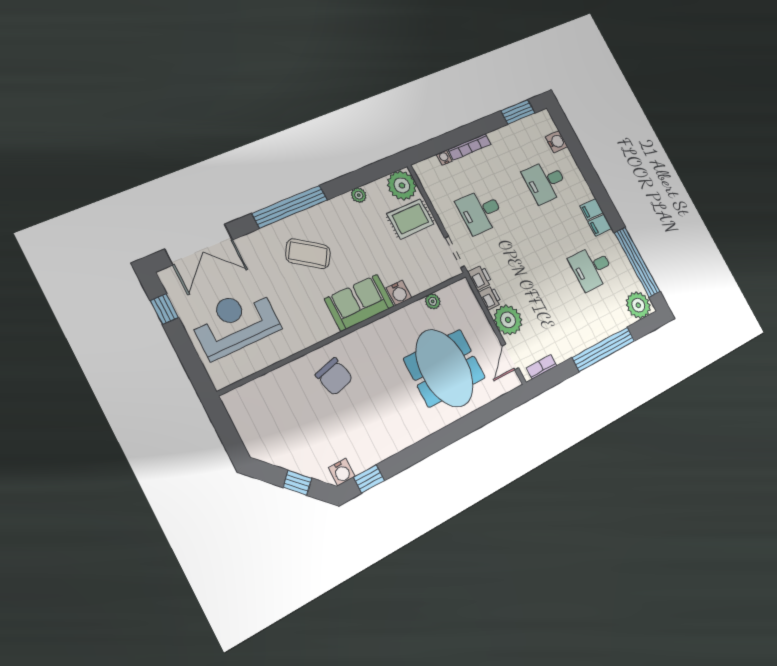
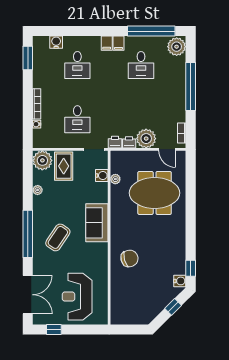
water cooler: (399, 293) -> (102, 176), moved

